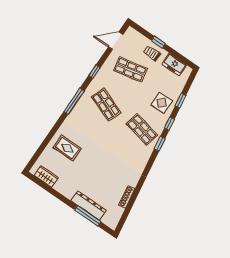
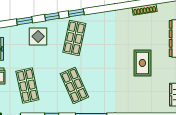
shop shelf: (106, 105) -> (74, 85), turned -45
rug: (67, 148) -> (142, 63), moved

